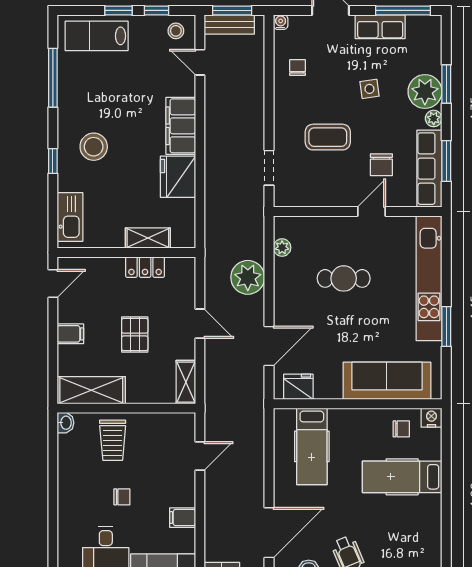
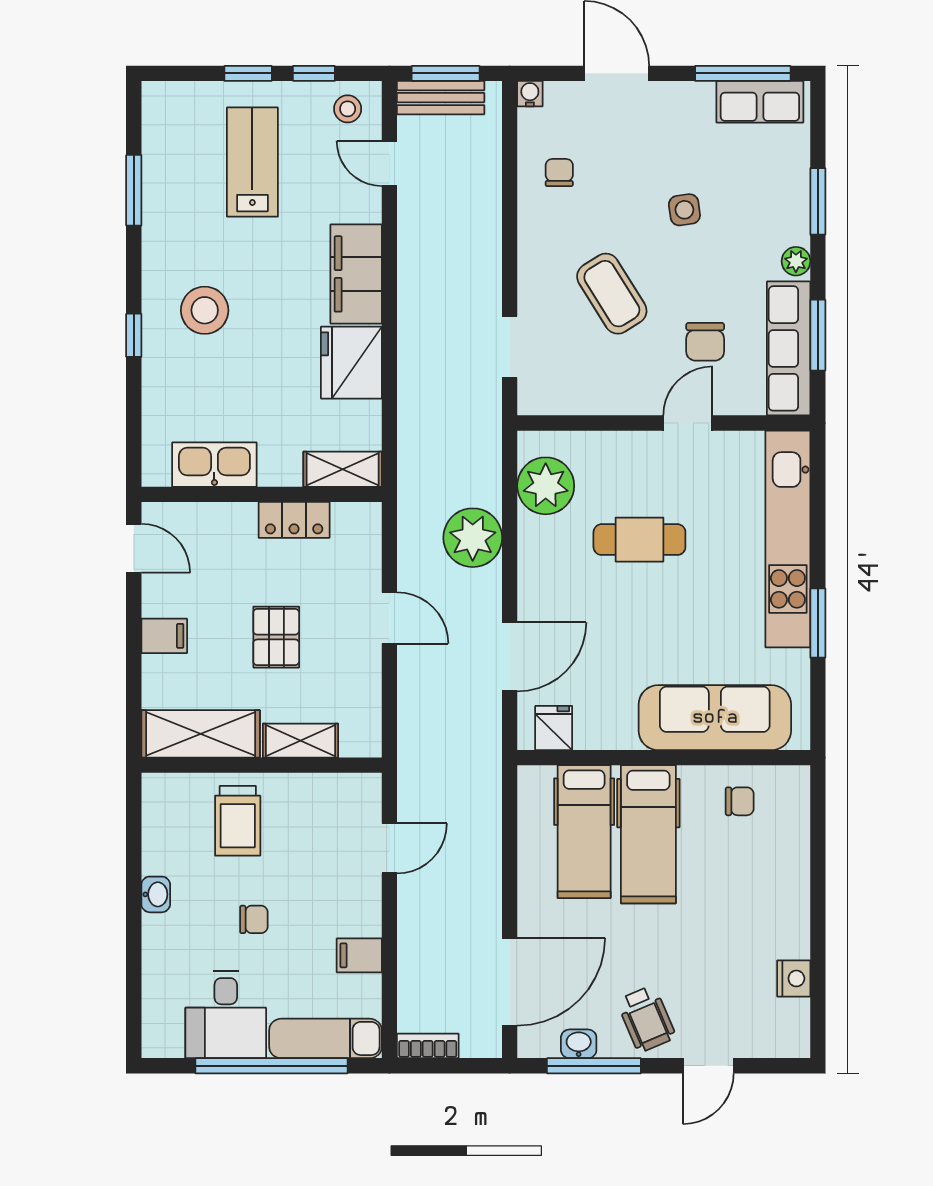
row of seats: (380, 27) -> (760, 102), moved
lab bench: (97, 36) -> (252, 162), moved, turned 90
window: (53, 78) -> (134, 190), width x0.69
plant: (425, 92) -> (781, 214), removed
coffee table: (328, 137) -> (612, 294), turned 58
kitchen sink: (70, 217) -> (214, 465), moved, turned -90
shelving: (148, 238) -> (343, 469), moved
plant: (282, 248) -> (546, 486), width x1.87, depth x1.87
door: (53, 283) -> (134, 548), hinge flipped
shelving: (186, 382) -> (301, 741), moved, turned 90
fridge: (298, 387) -> (554, 728), width x0.72
nightstand: (431, 418) -> (794, 978), moved, turned 90
washbasin: (66, 423) -> (156, 894), moved
hospital bed: (402, 477) -> (648, 834), moved, turned -90

